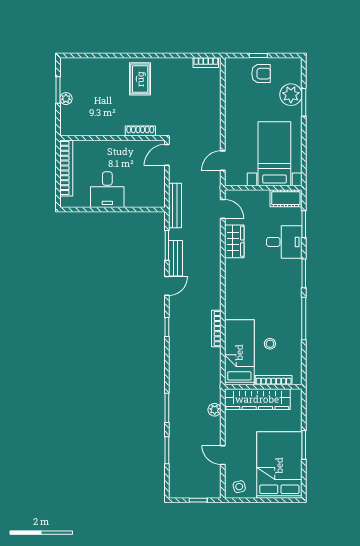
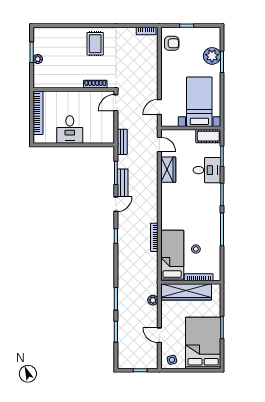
armchair: (261, 74) -> (172, 43), moved
bench: (175, 205) -> (122, 142), width x0.73

